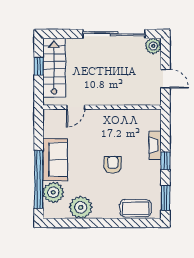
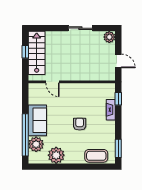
sliding door: (114, 34) -> (80, 28), width x0.54
door: (76, 107) -> (52, 82), hinge flipped
window: (165, 161) -> (118, 99), moved

